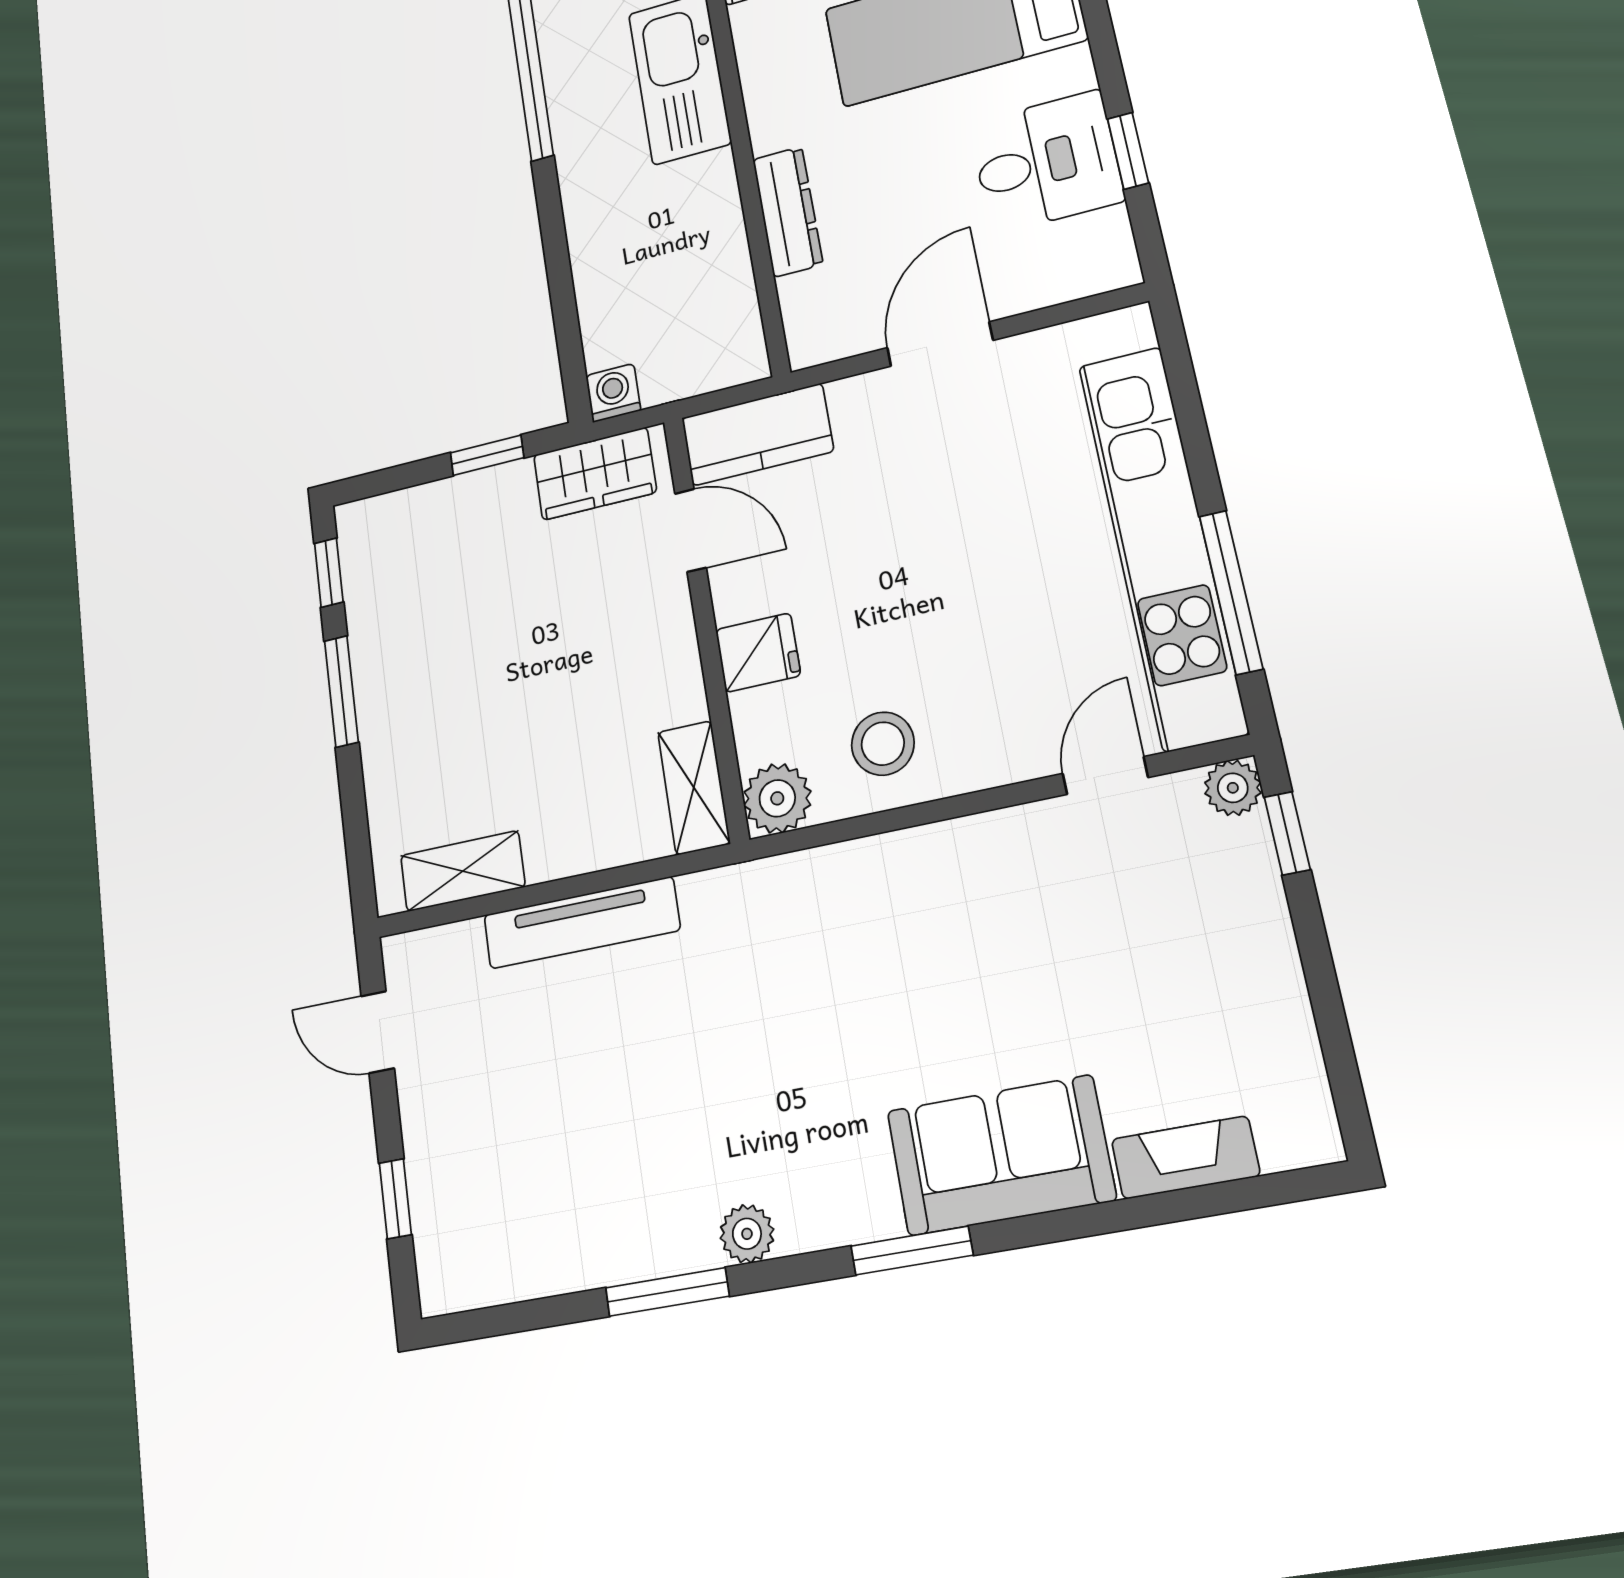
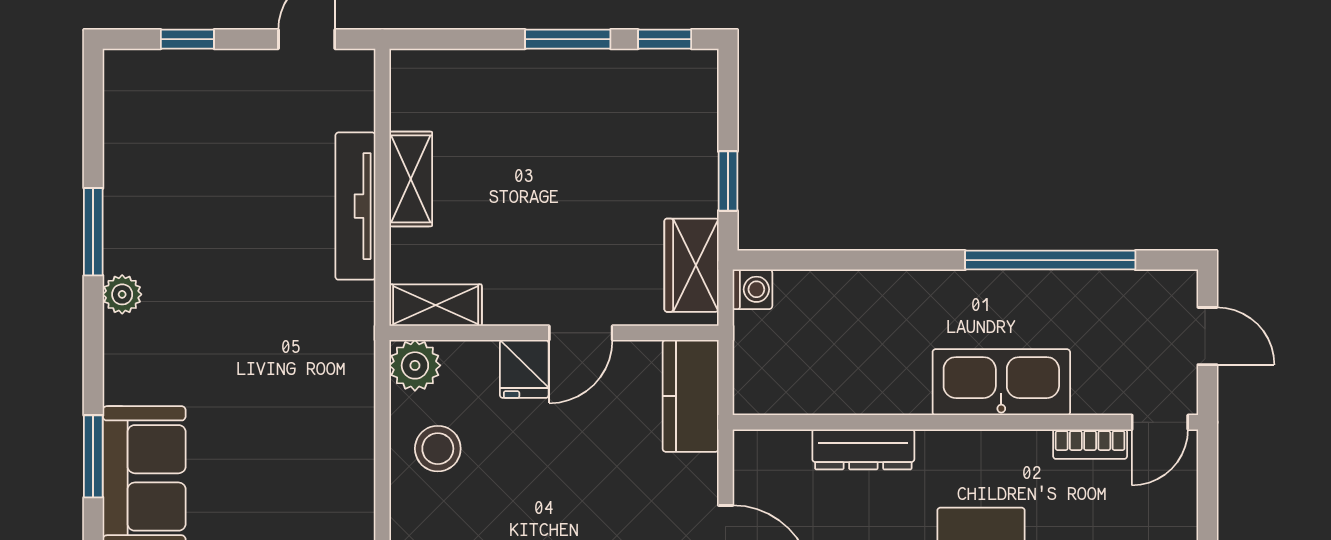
door: (691, 530) -> (581, 333), moved
shelving: (463, 871) -> (411, 179), moved
window: (912, 1251) -> (93, 456), moved

